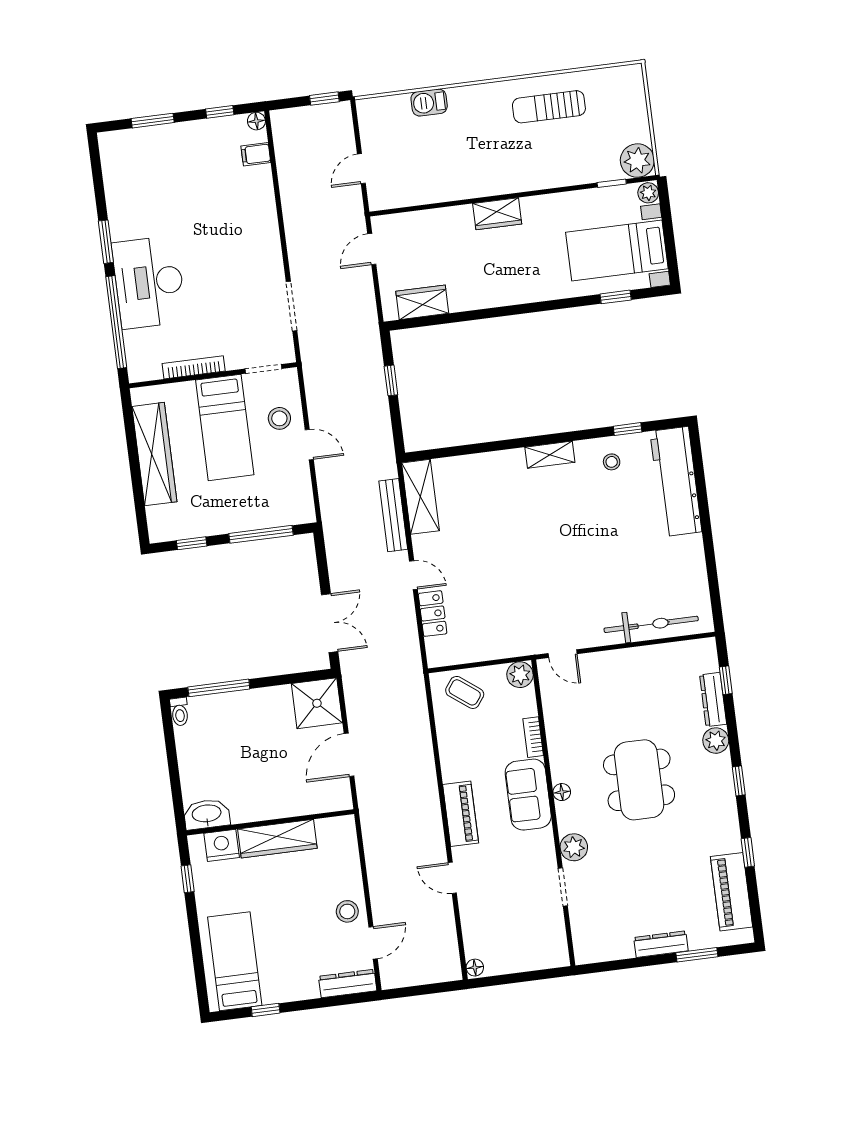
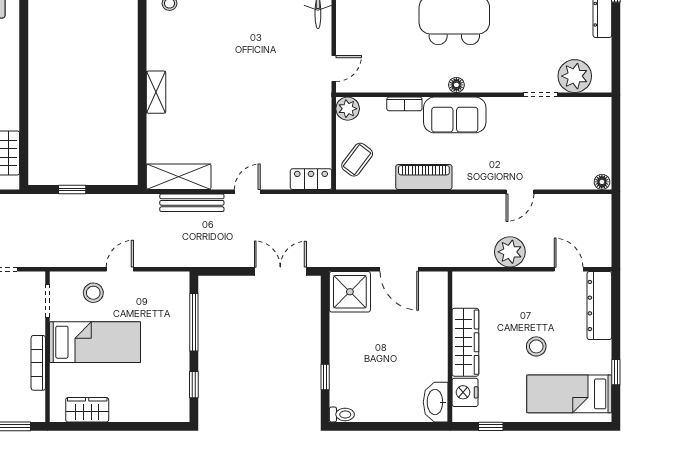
wardrobe: (154, 454) -> (87, 410), width x0.48, depth x0.85
shelving: (550, 455) -> (156, 92), moved
locker: (433, 614) -> (311, 179), moved
window: (219, 688) -> (325, 377), width x0.46
piano: (461, 814) -> (424, 177), moved
plant: (574, 847) -> (575, 76), moved, width x1.36, depth x1.36
plant: (384, 875) -> (510, 252), added
stool: (347, 911) -> (536, 346), moved
dresser: (348, 984) -> (599, 306), width x1.37, depth x1.24

